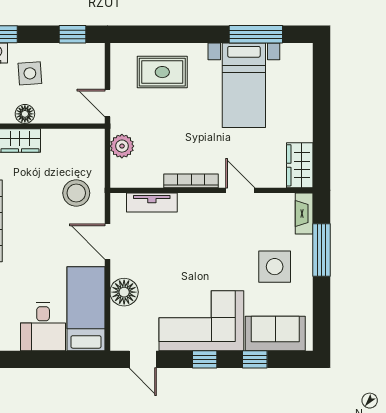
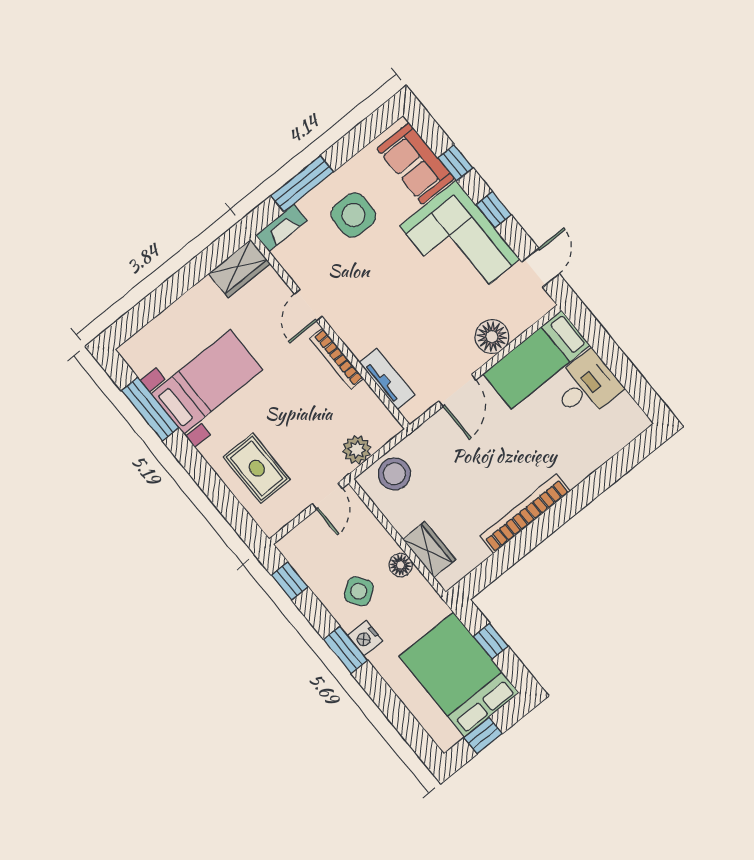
side table: (30, 73) -> (359, 591), turned -30
stool: (76, 193) -> (394, 474), moved

